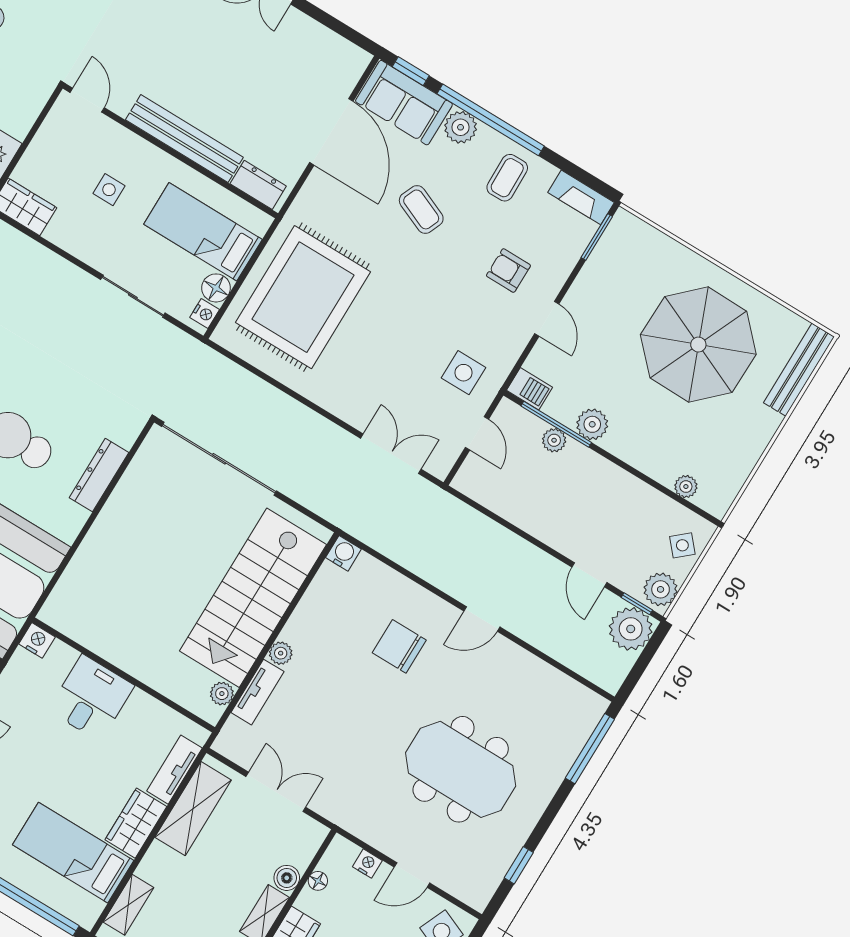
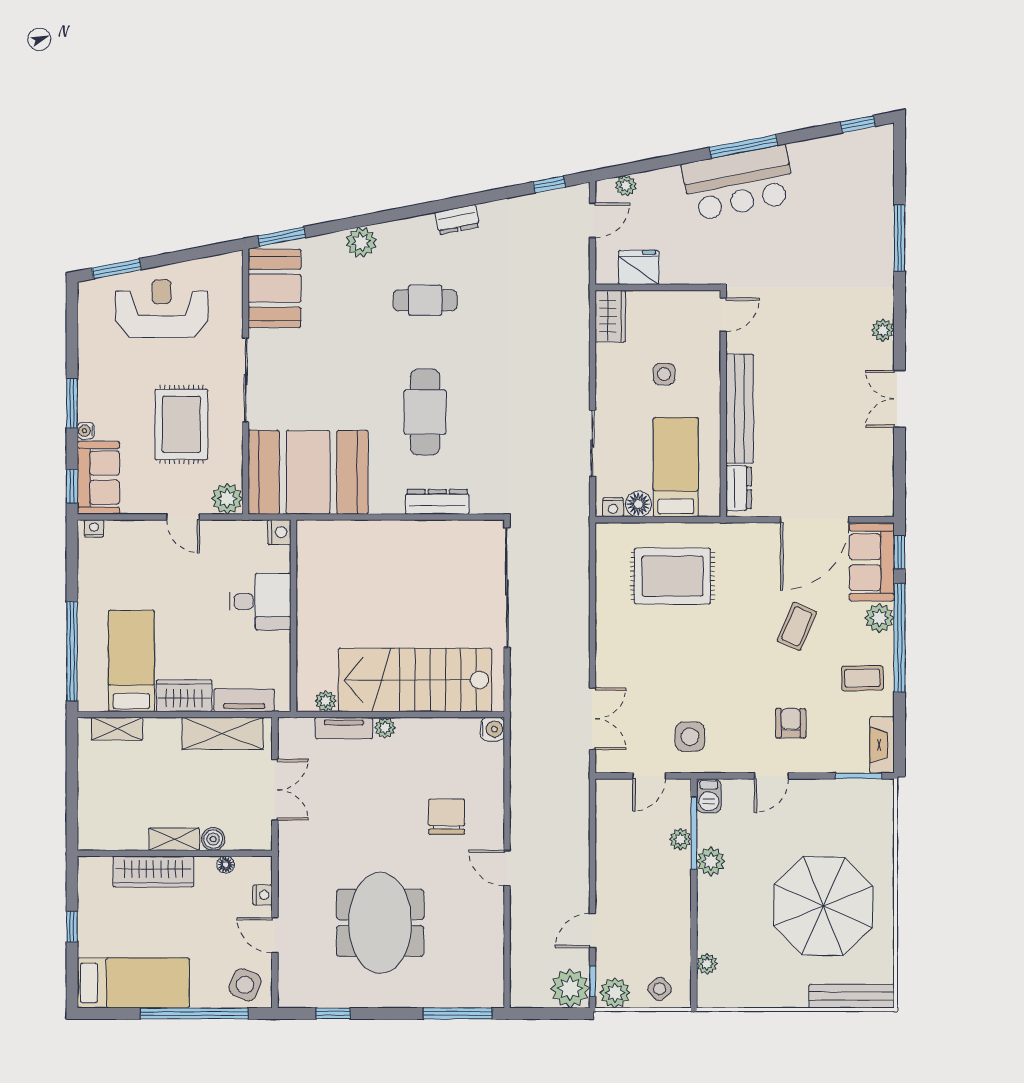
rug: (303, 297) -> (673, 576), width x0.73, depth x0.69

